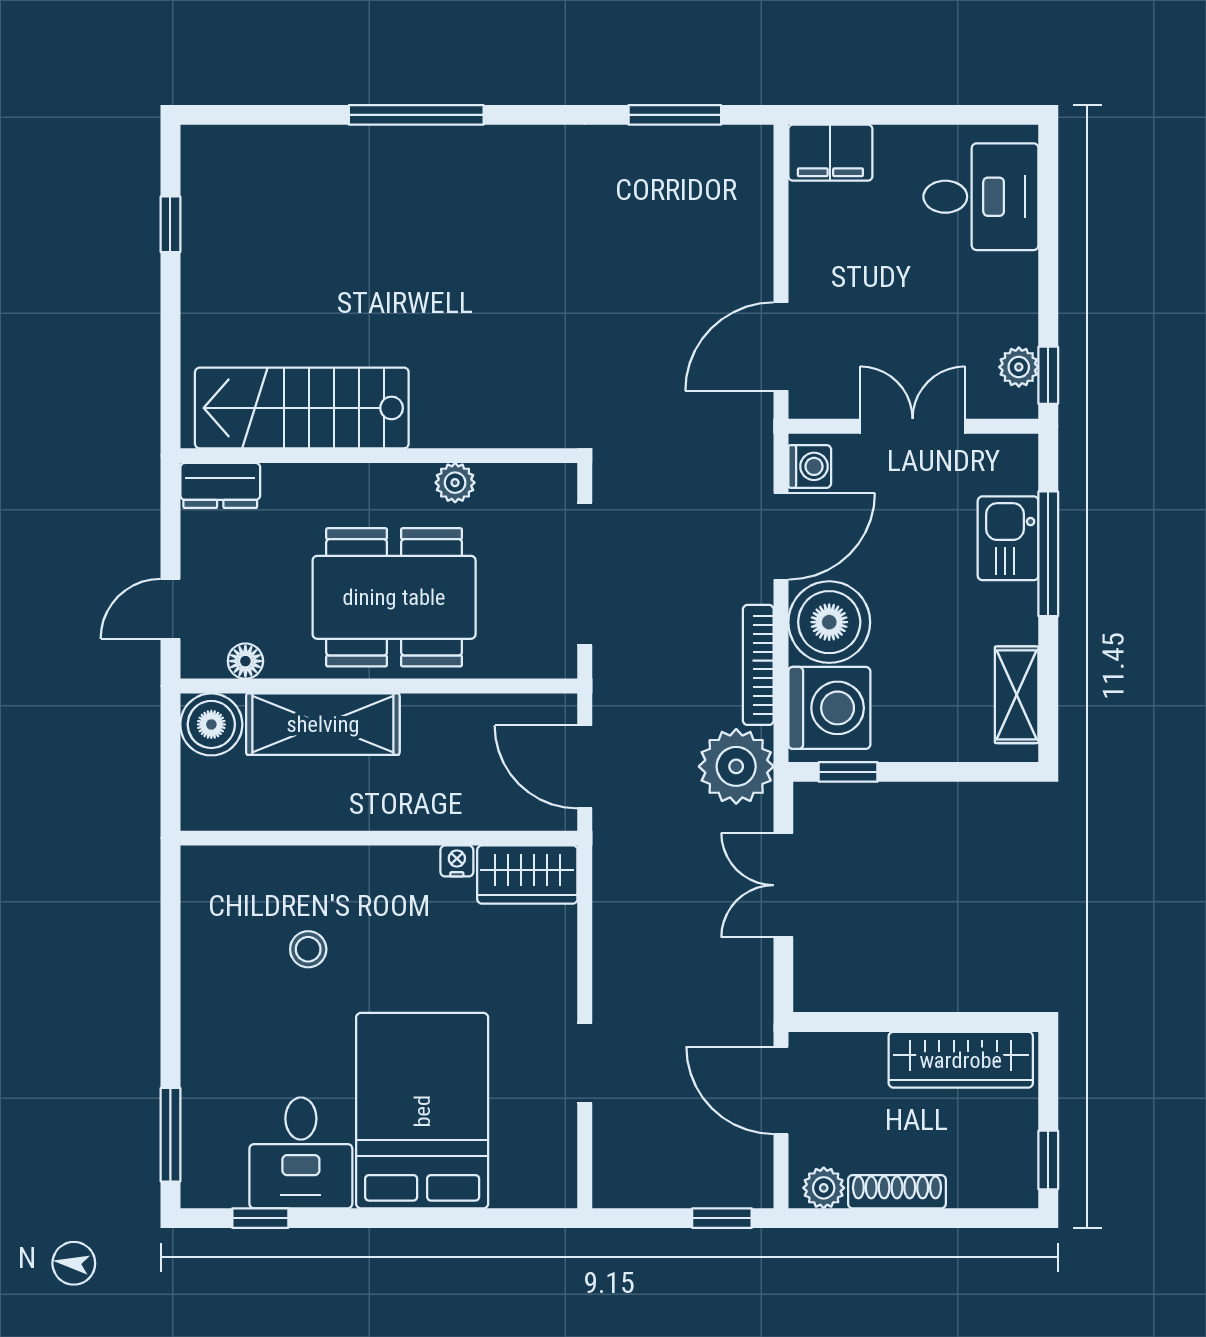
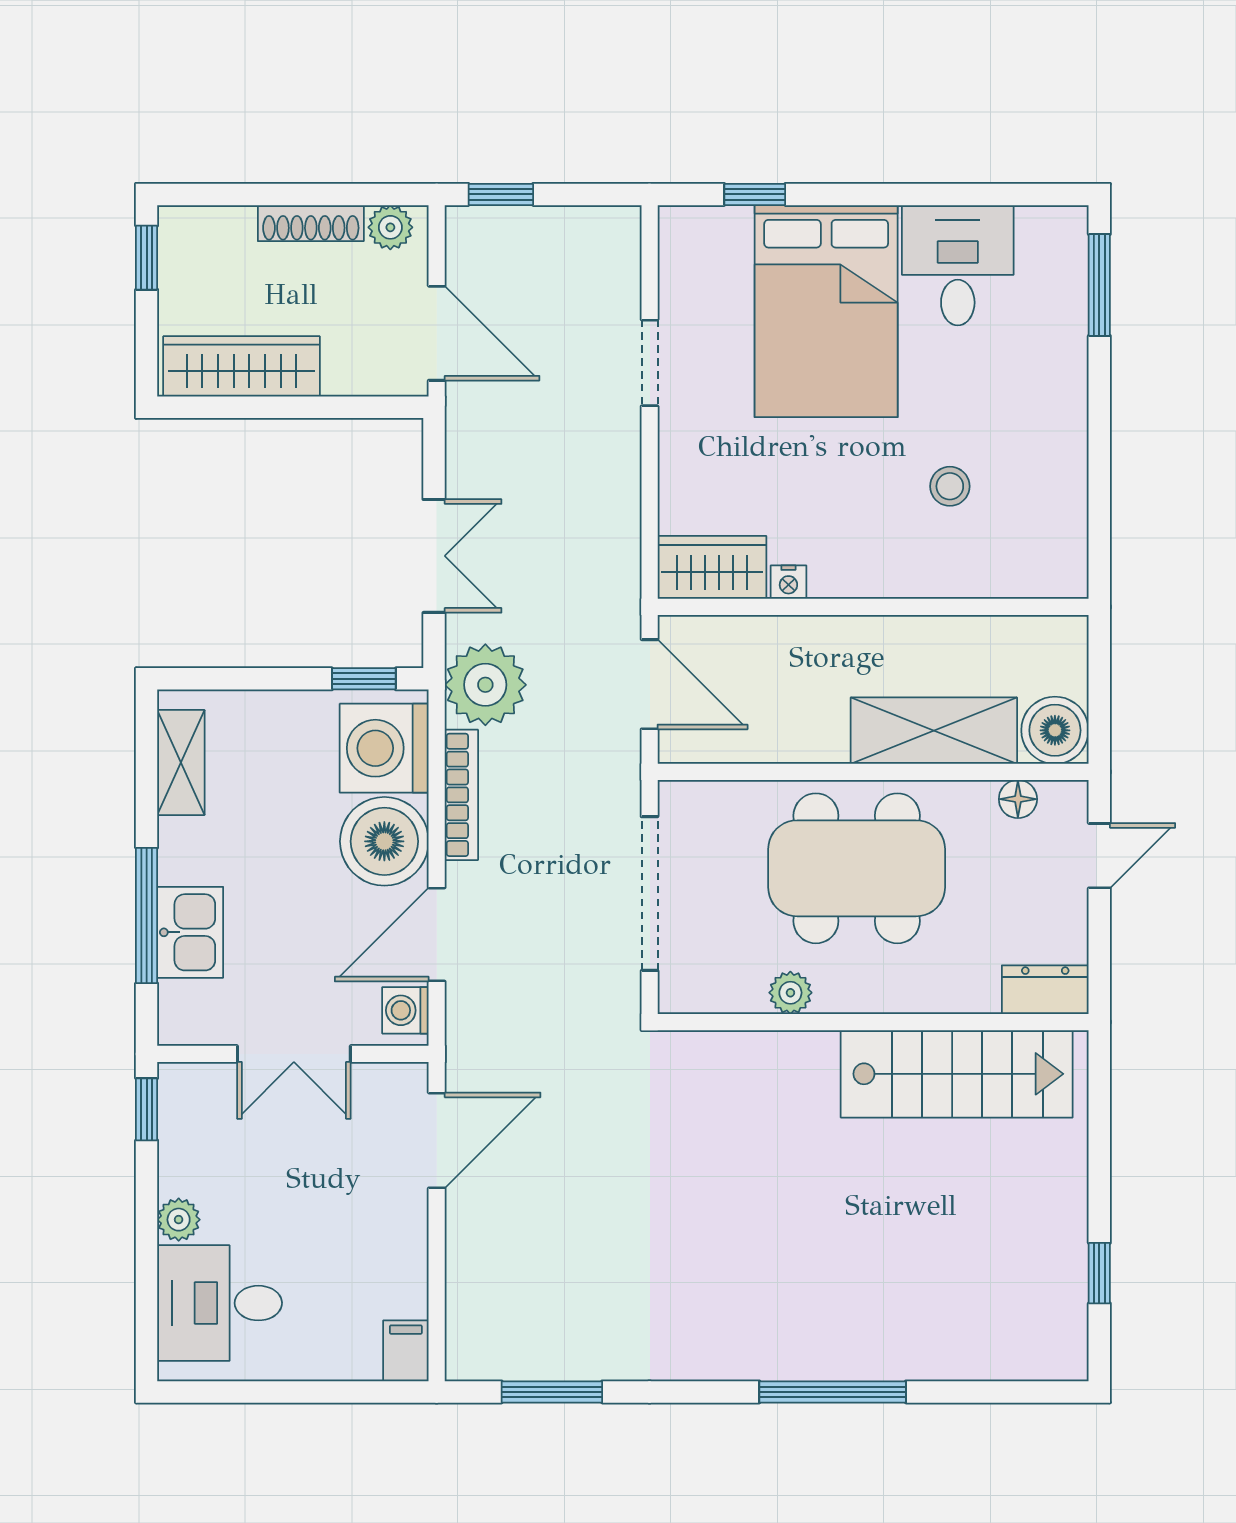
filing cabinet: (830, 153) -> (406, 1351), width x0.50
plant: (1019, 367) -> (179, 1220), moved
window: (260, 1218) -> (755, 194), moved

